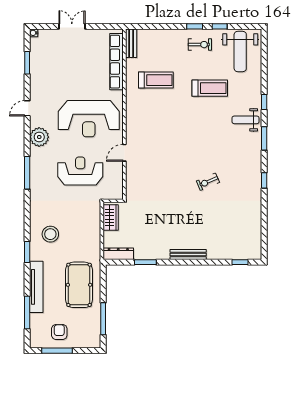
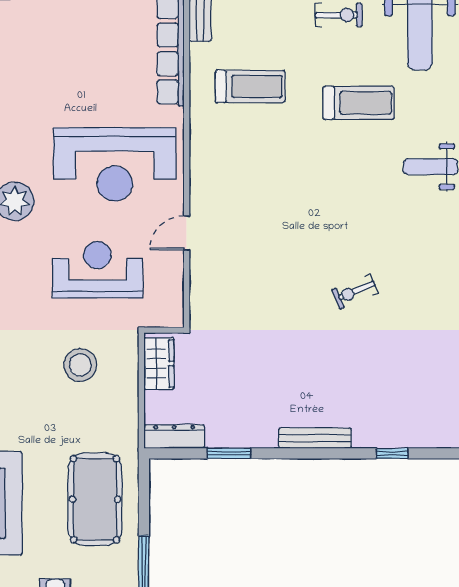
stool: (50, 234) -> (80, 365), moved
window: (240, 262) -> (392, 453), moved

